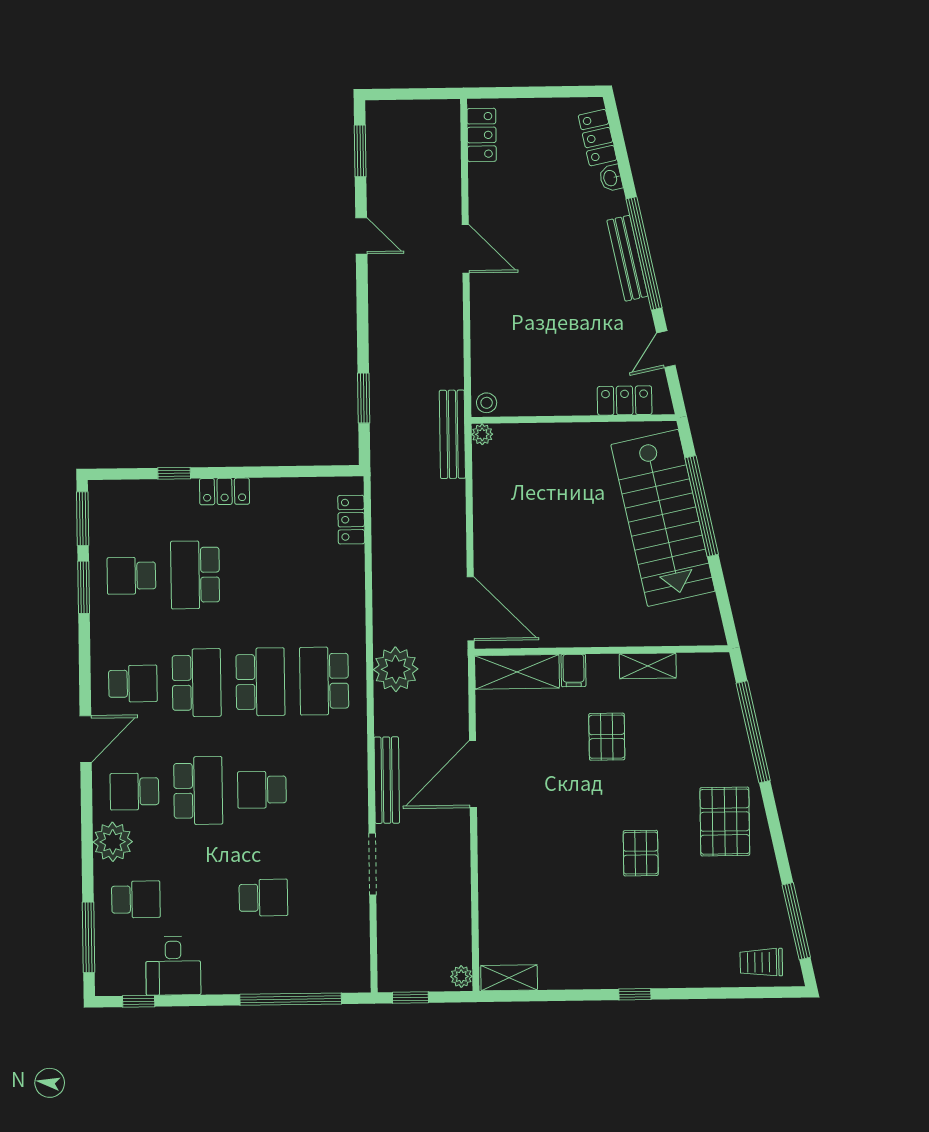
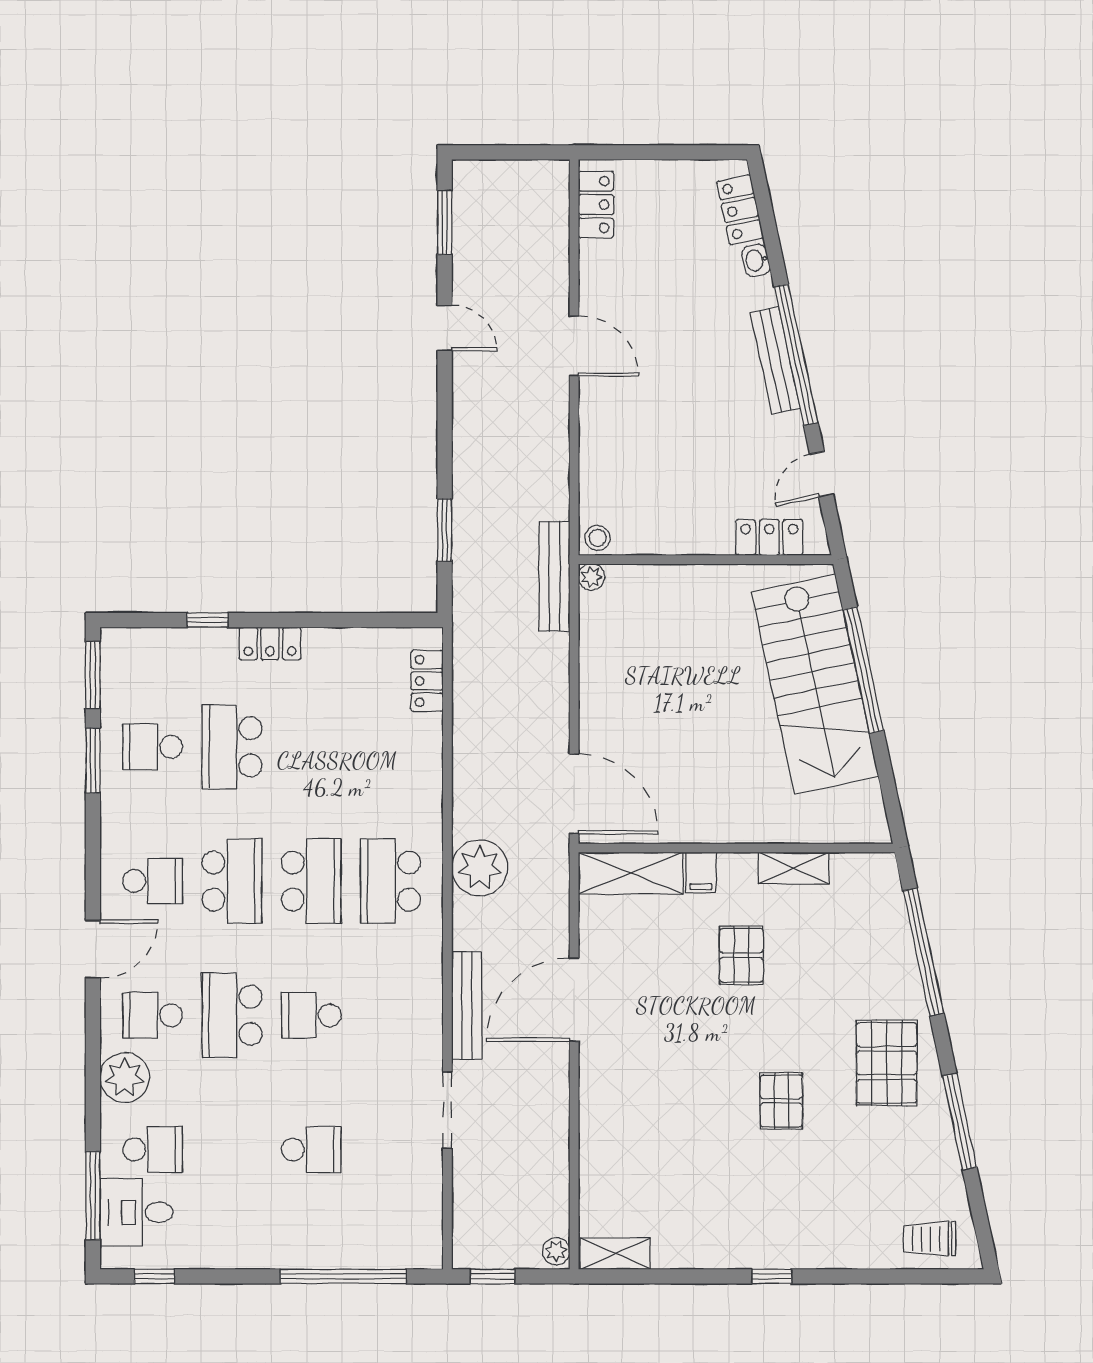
school desk: (198, 791) -> (232, 1015), turned 180
window: (796, 921) -> (960, 1122), moved
desk: (173, 966) -> (136, 1212), moved, turned 90

